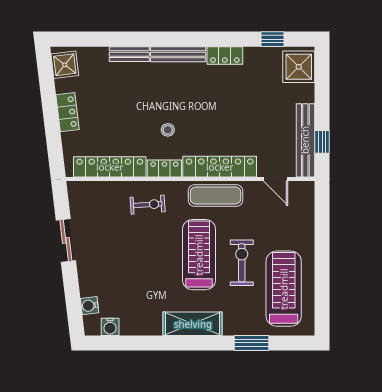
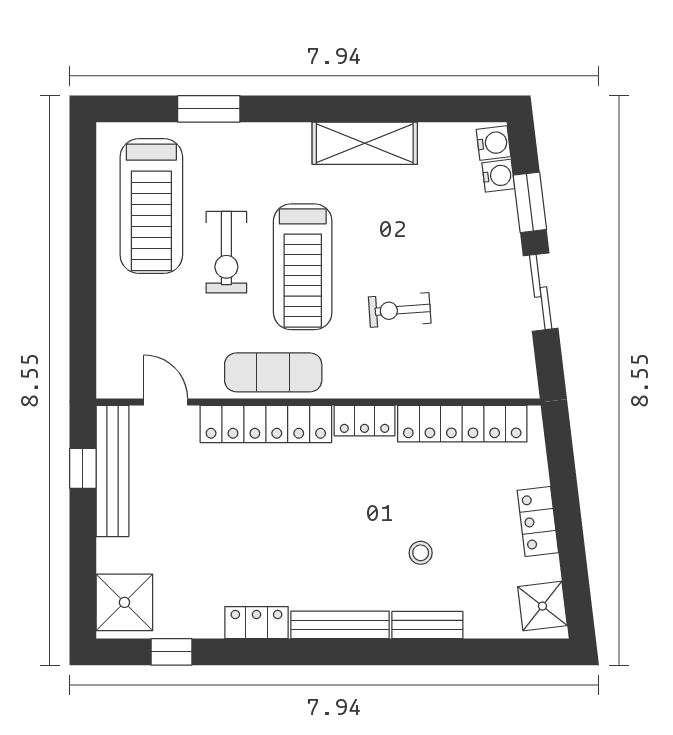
stool: (168, 130) -> (421, 553), moved
exercise bike: (148, 205) -> (400, 310), moved
window: (72, 291) -> (530, 202), added
shelving: (193, 324) -> (365, 143), moved
water cooler: (110, 327) -> (494, 143), moved, turned 83

